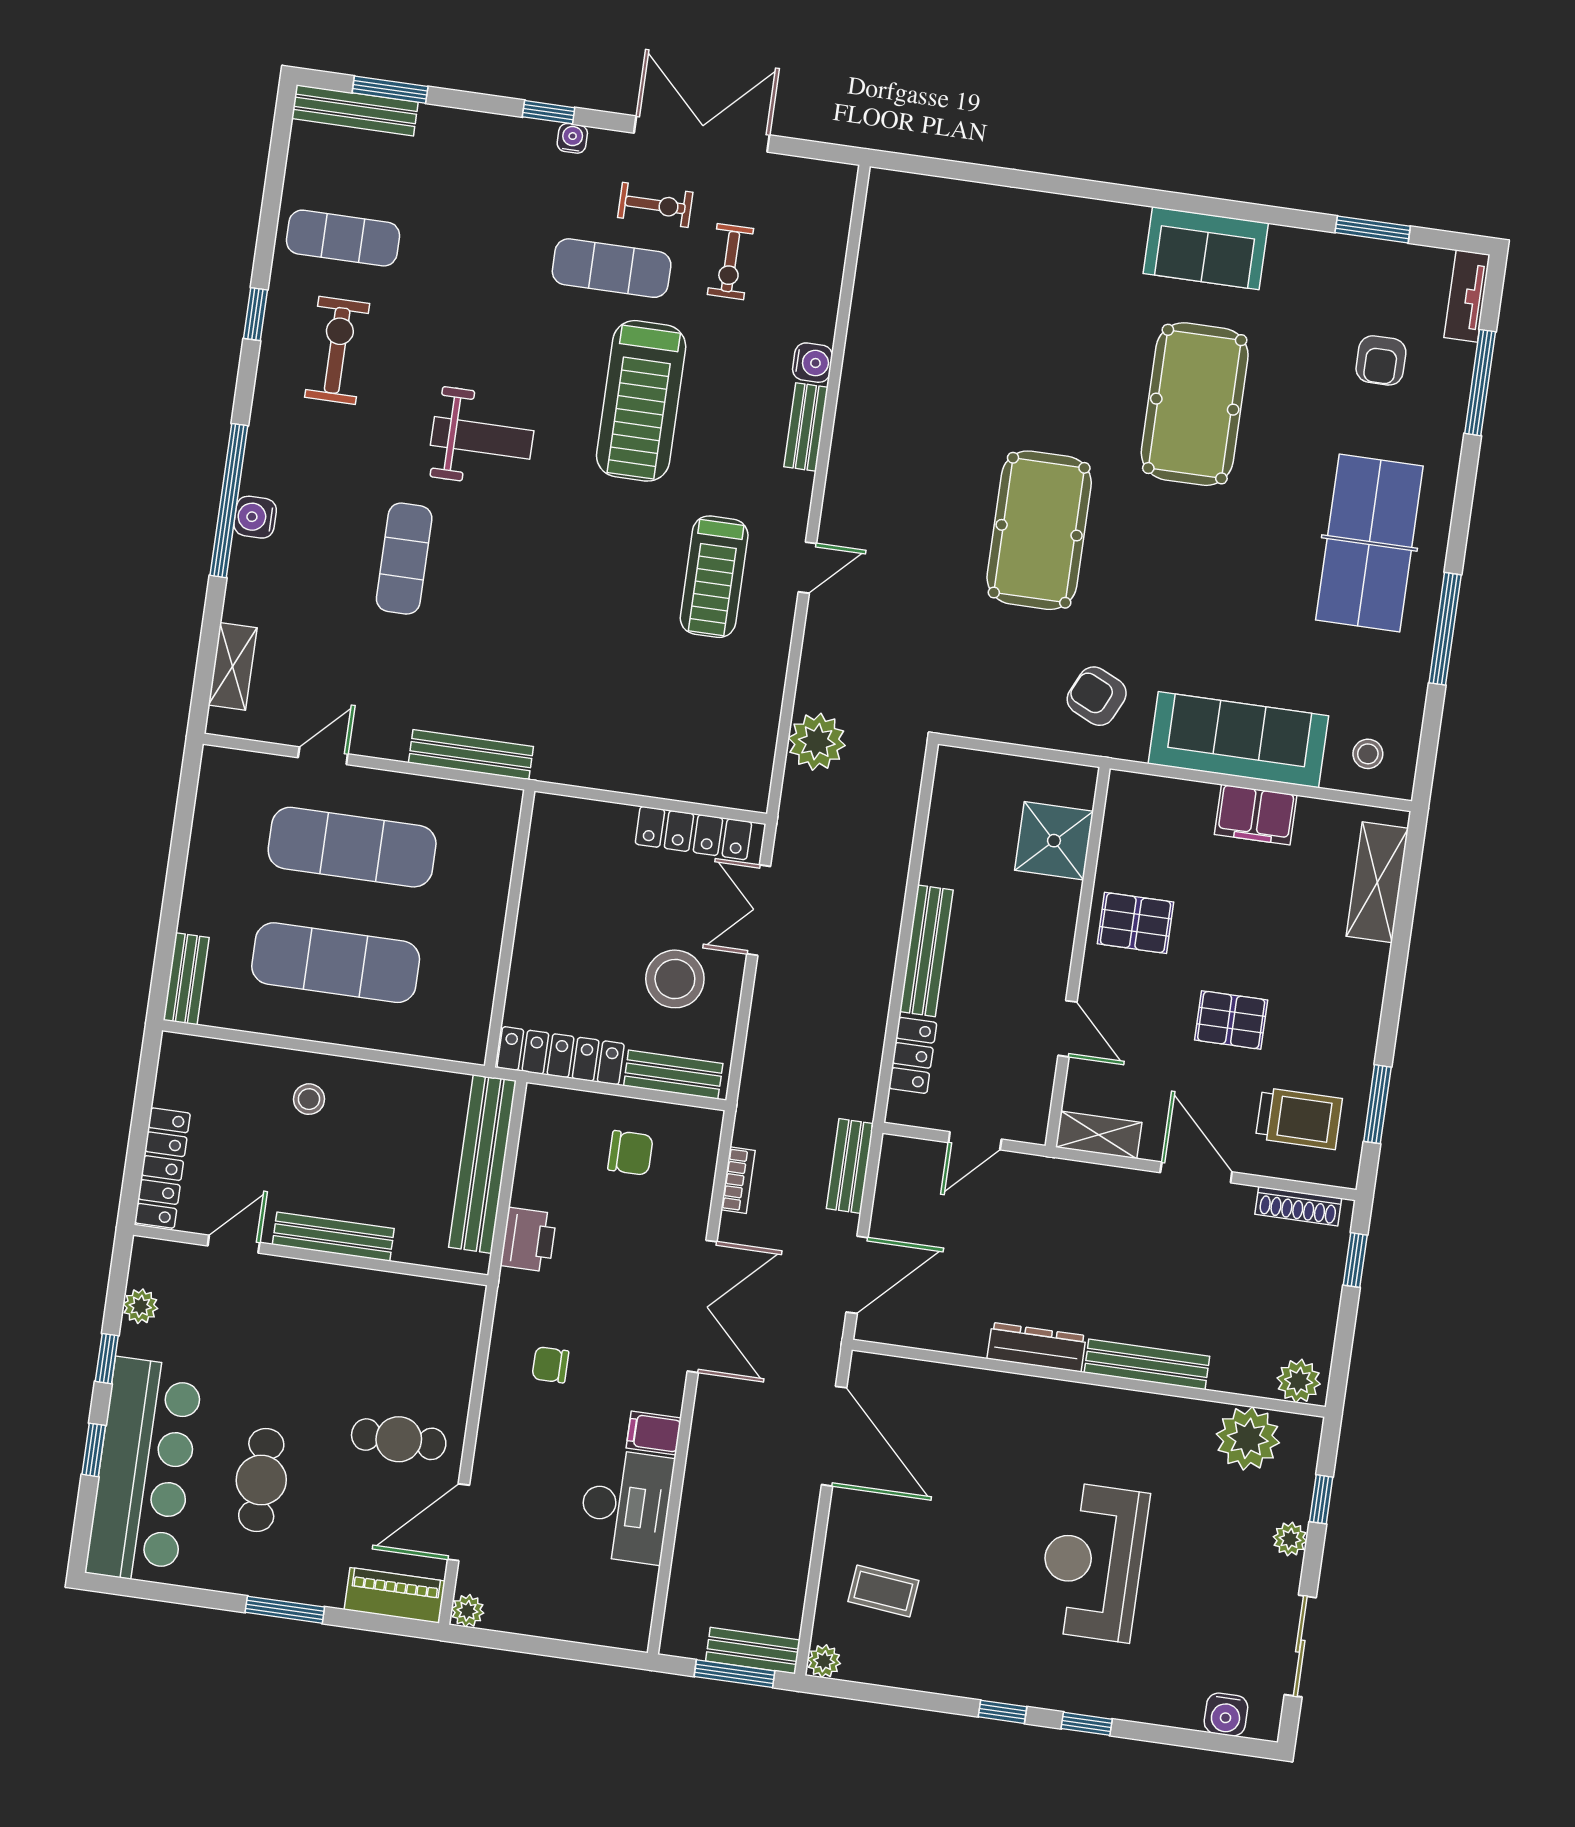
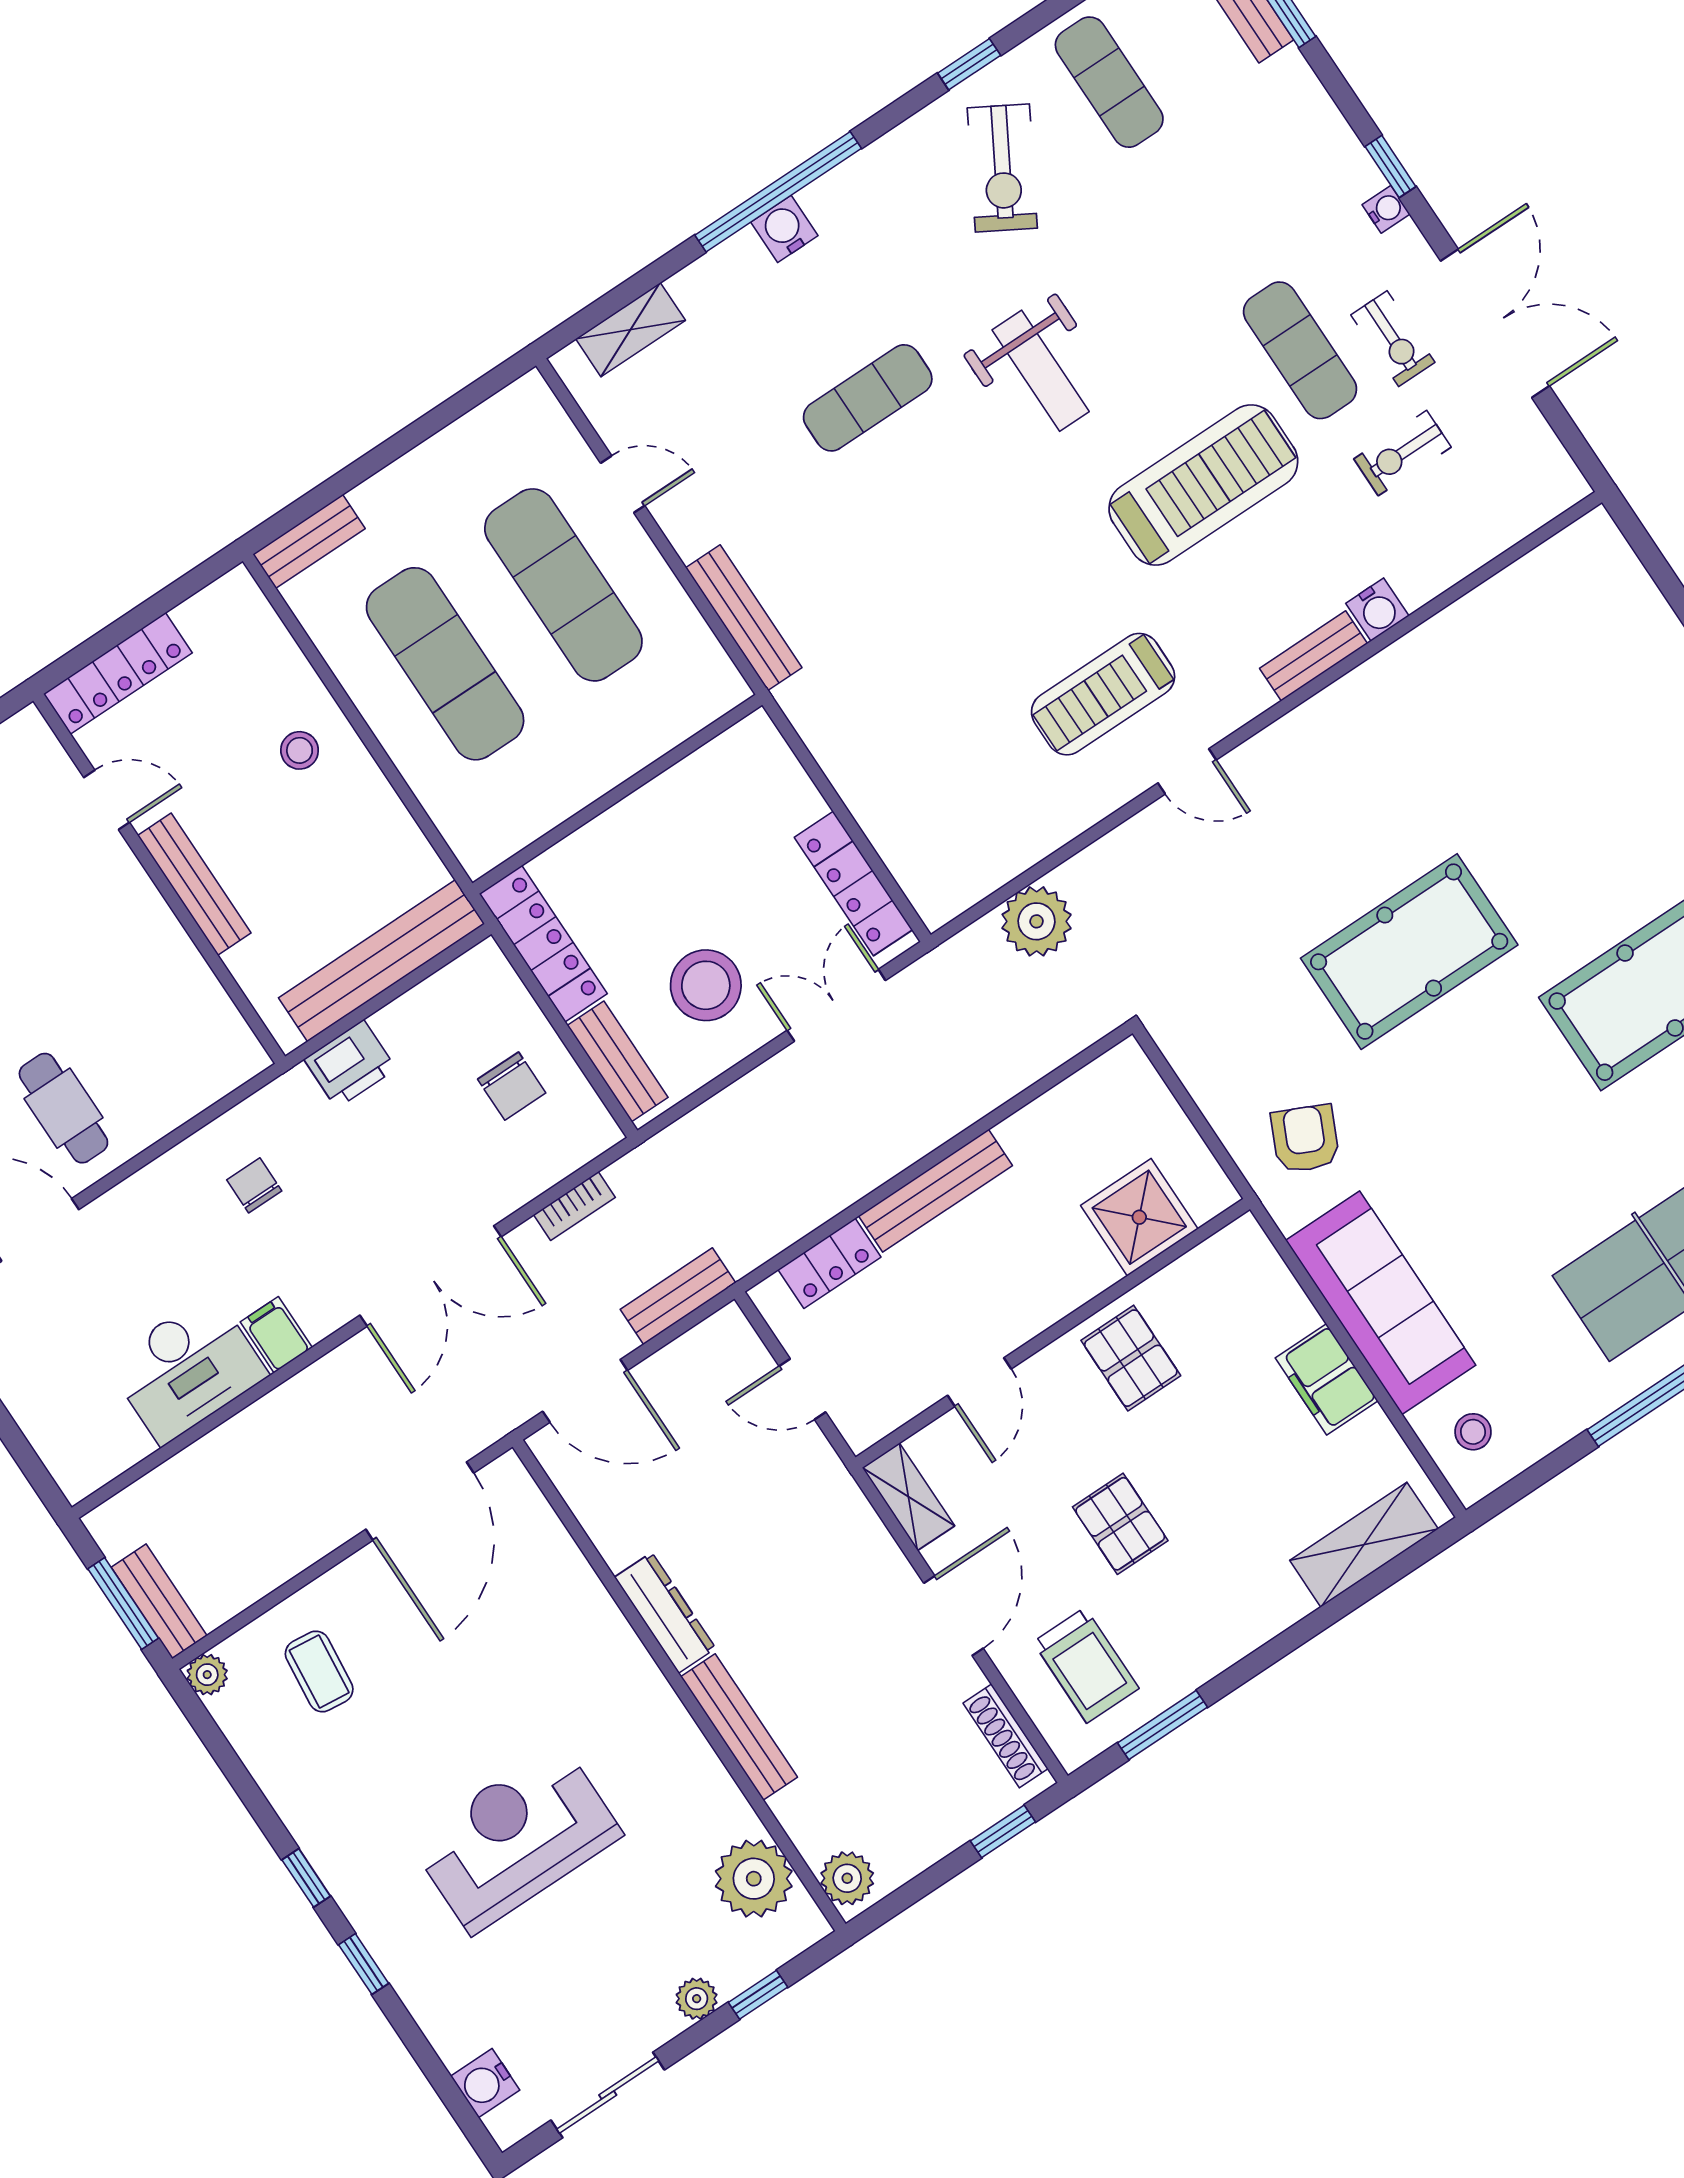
exercise bike: (337, 350) -> (1002, 168), turned 120
treadmill: (641, 401) -> (1203, 485), turned 180

